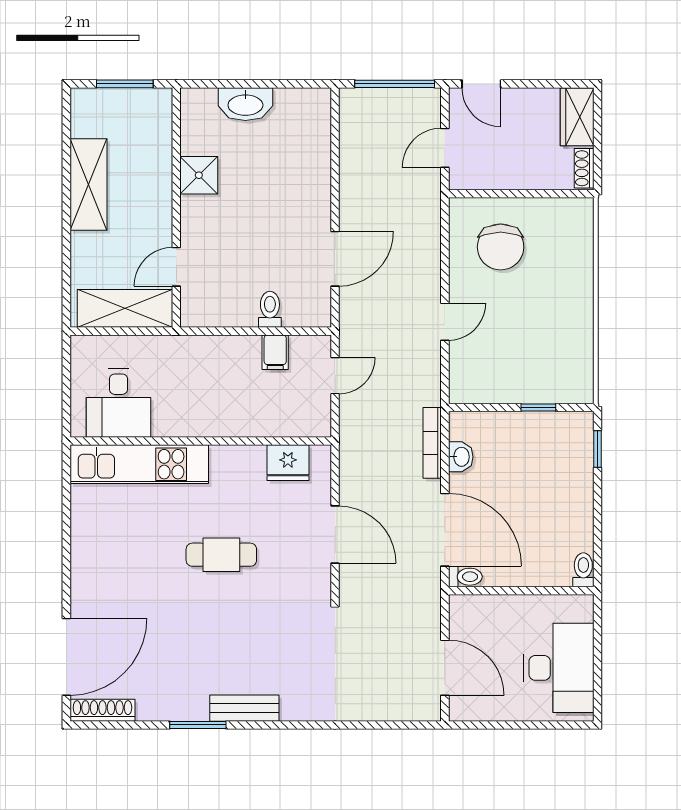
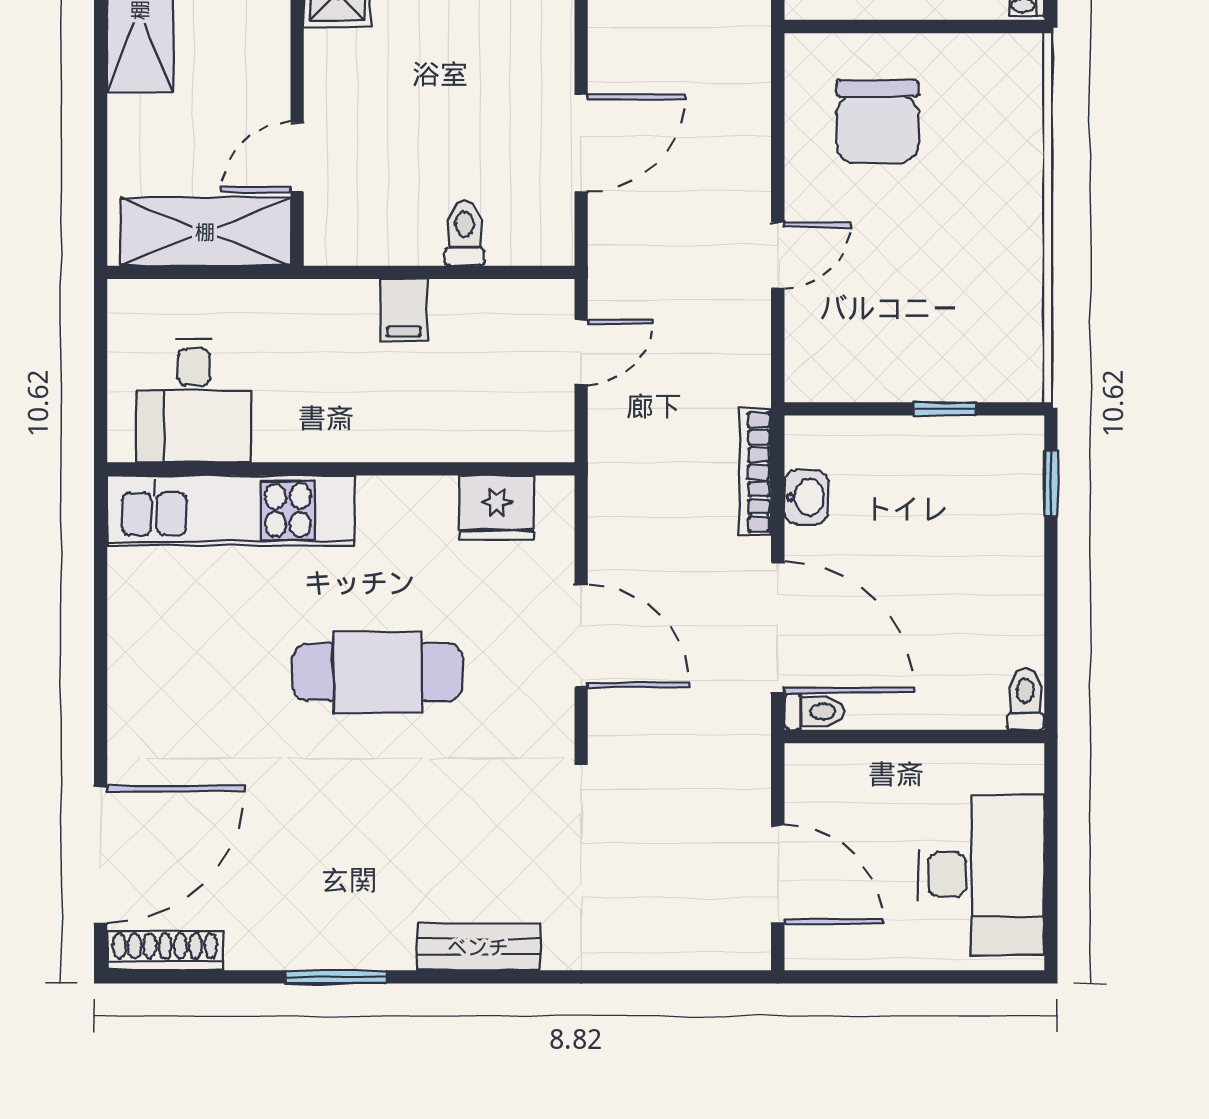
filing cabinet: (275, 352) -> (404, 310), moved
cafe table: (221, 555) -> (378, 672), width x1.37, depth x1.35
bench: (244, 708) -> (478, 947), moved

